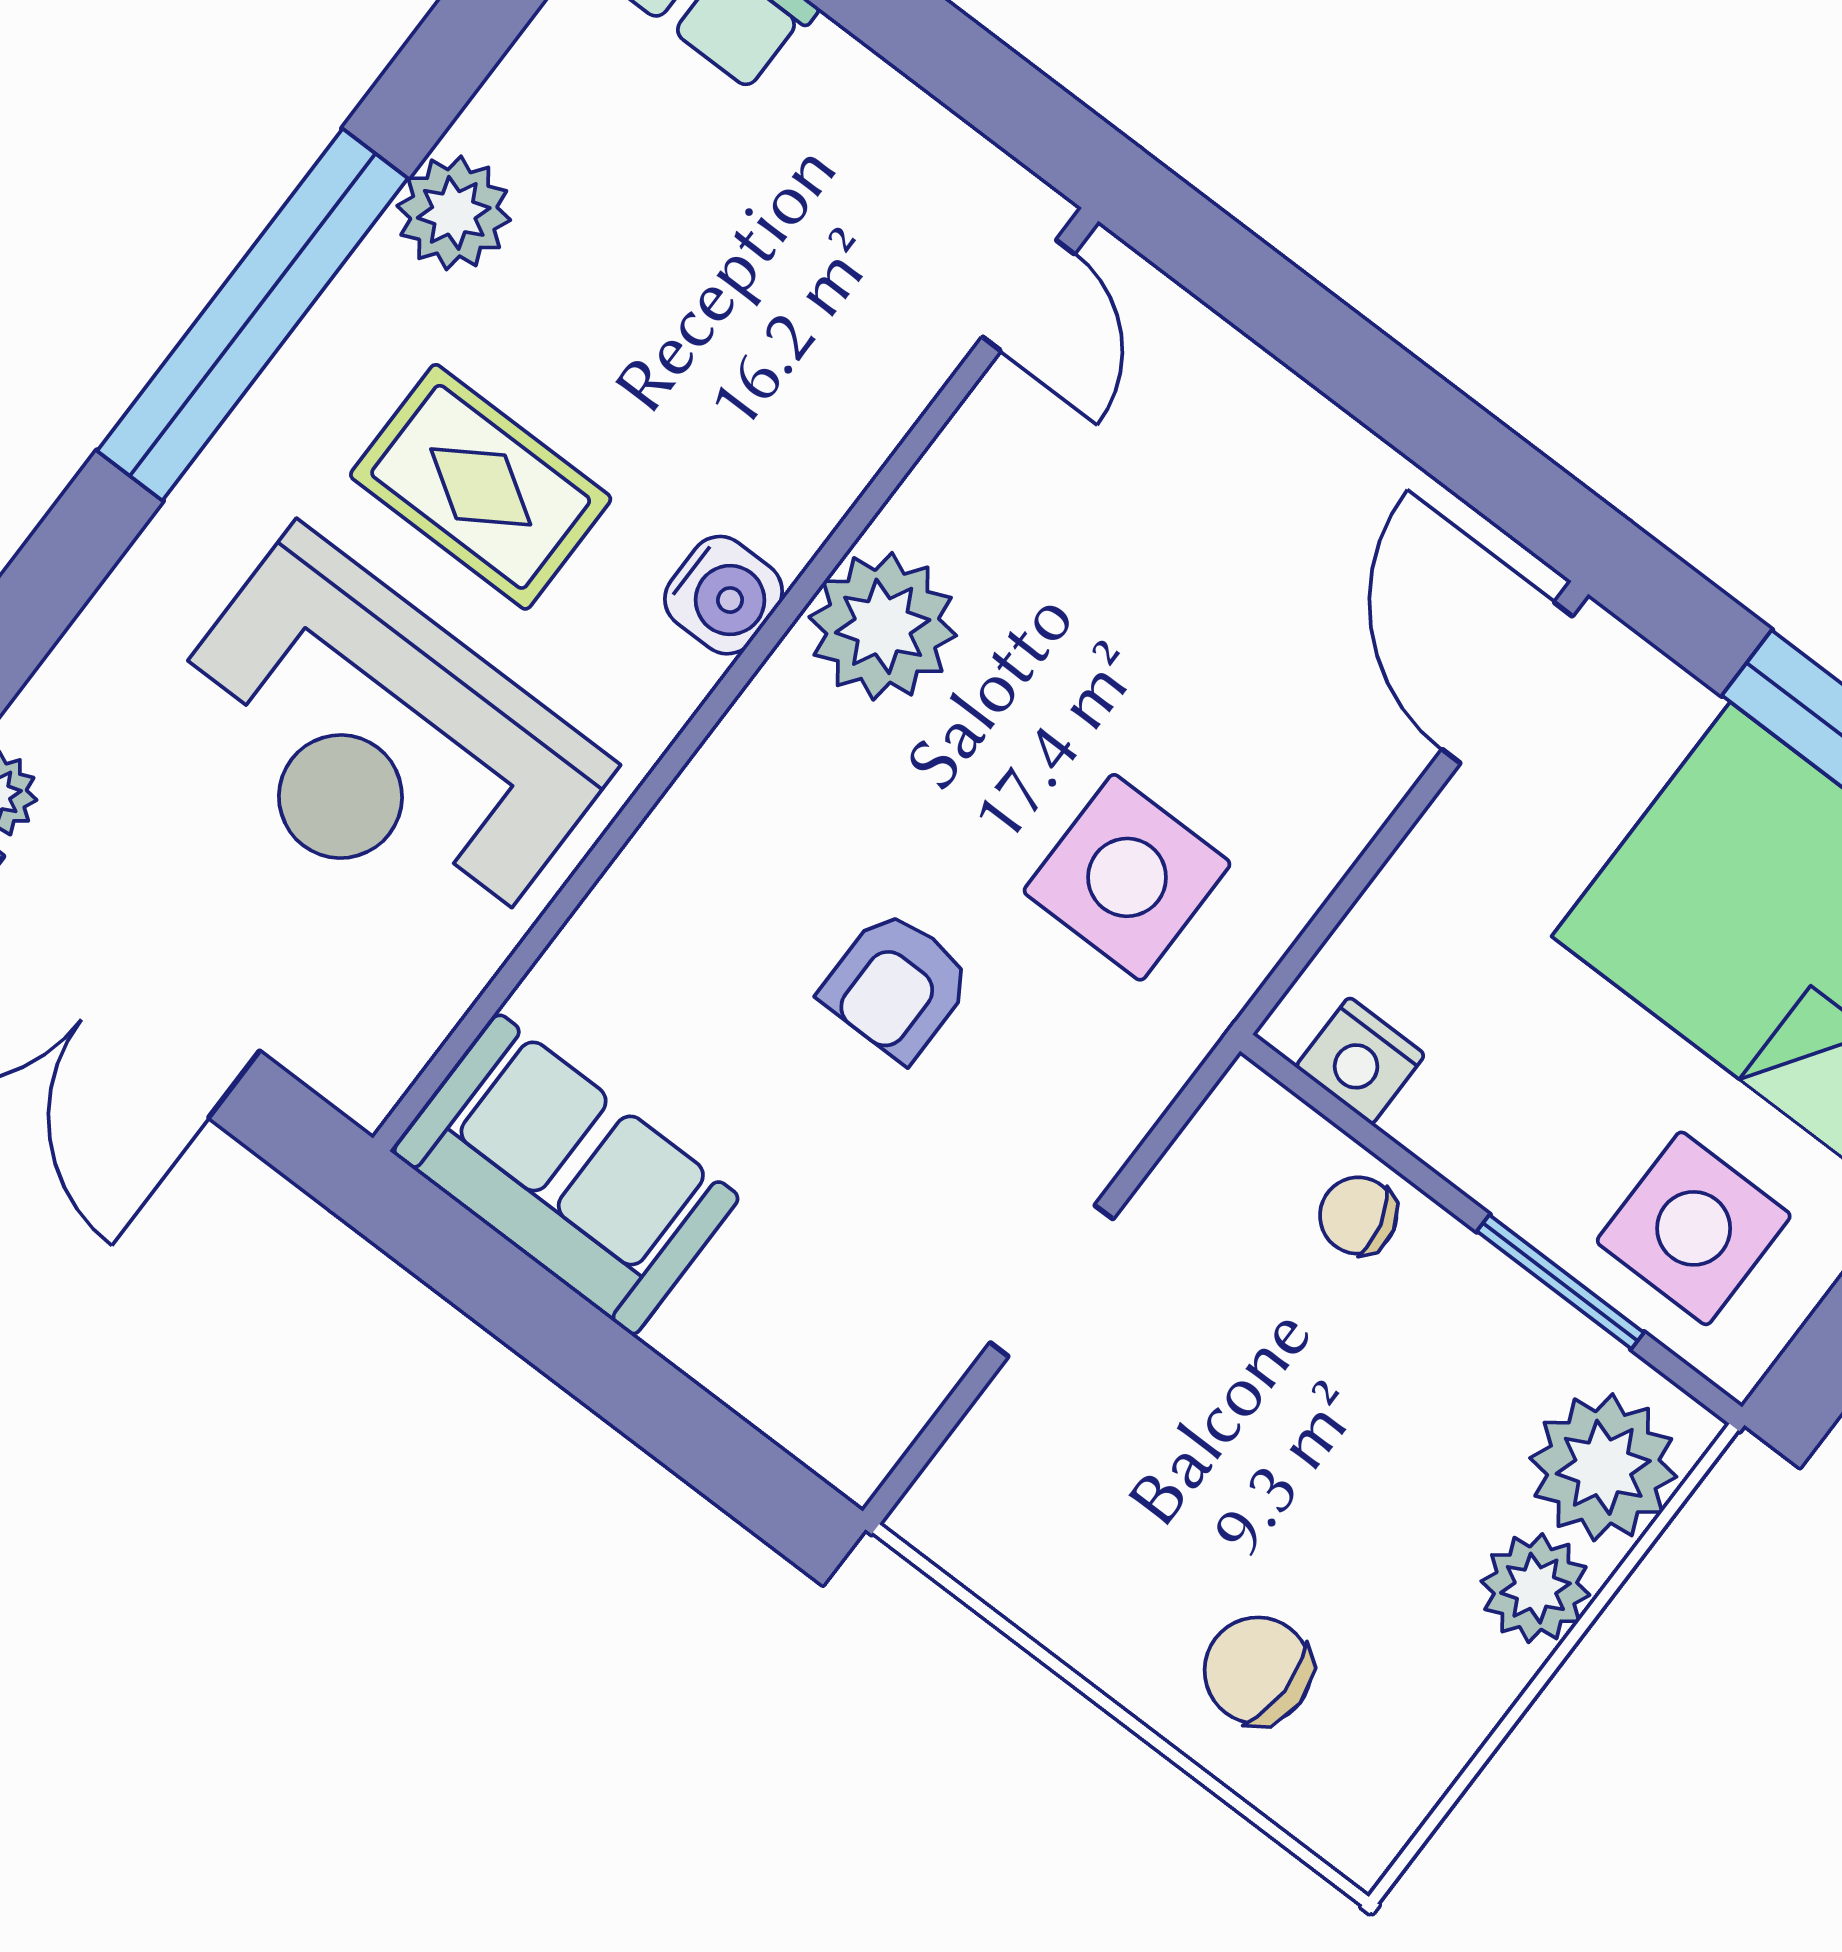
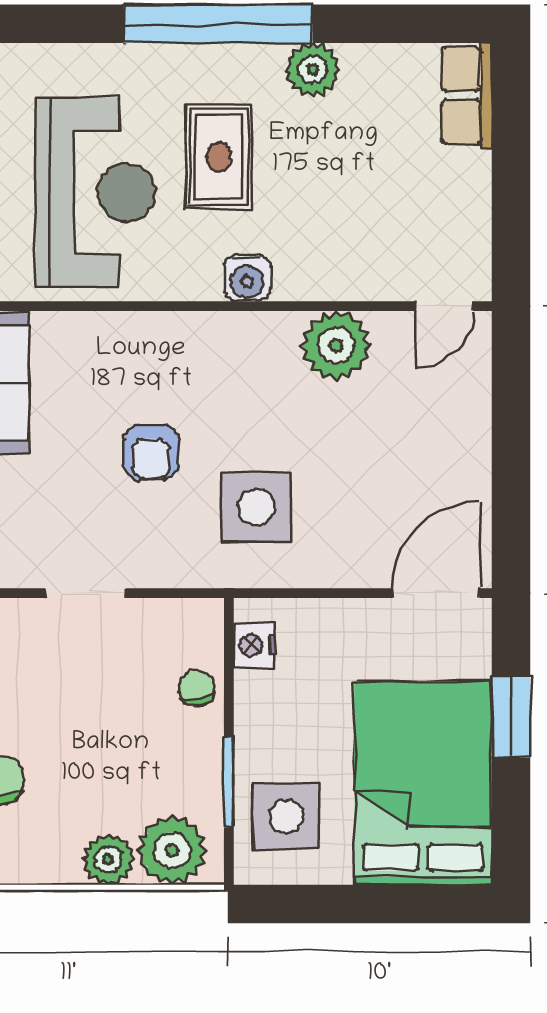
plant: (883, 626) -> (336, 345), moved
reception desk: (381, 743) -> (95, 193), turned 180
armchair: (897, 985) -> (151, 452), turned -90

